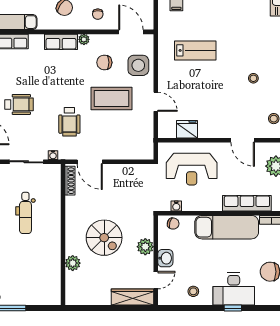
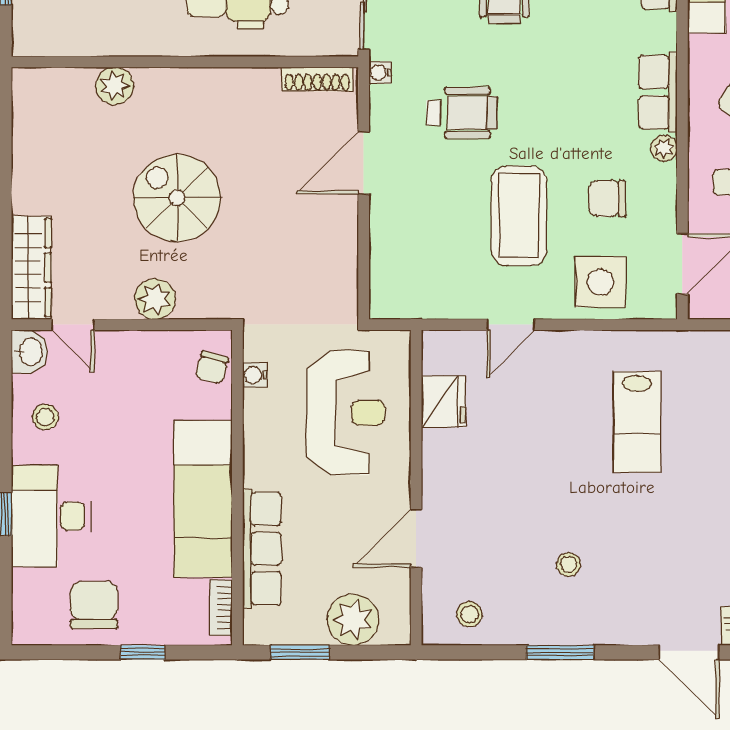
chair: (104, 62) -> (607, 199), turned -90
wheelchair: (69, 122) -> (462, 113), turned 180
reception desk: (192, 169) -> (346, 413), turned 180
shoe rack: (70, 181) -> (317, 79), moved
wall: (63, 235) -> (185, 62), moved
spiral stairs: (104, 238) -> (177, 198), turned 90
washbasin: (165, 258) -> (30, 352), moved, turned -90
plant: (73, 263) -> (115, 86), moved

